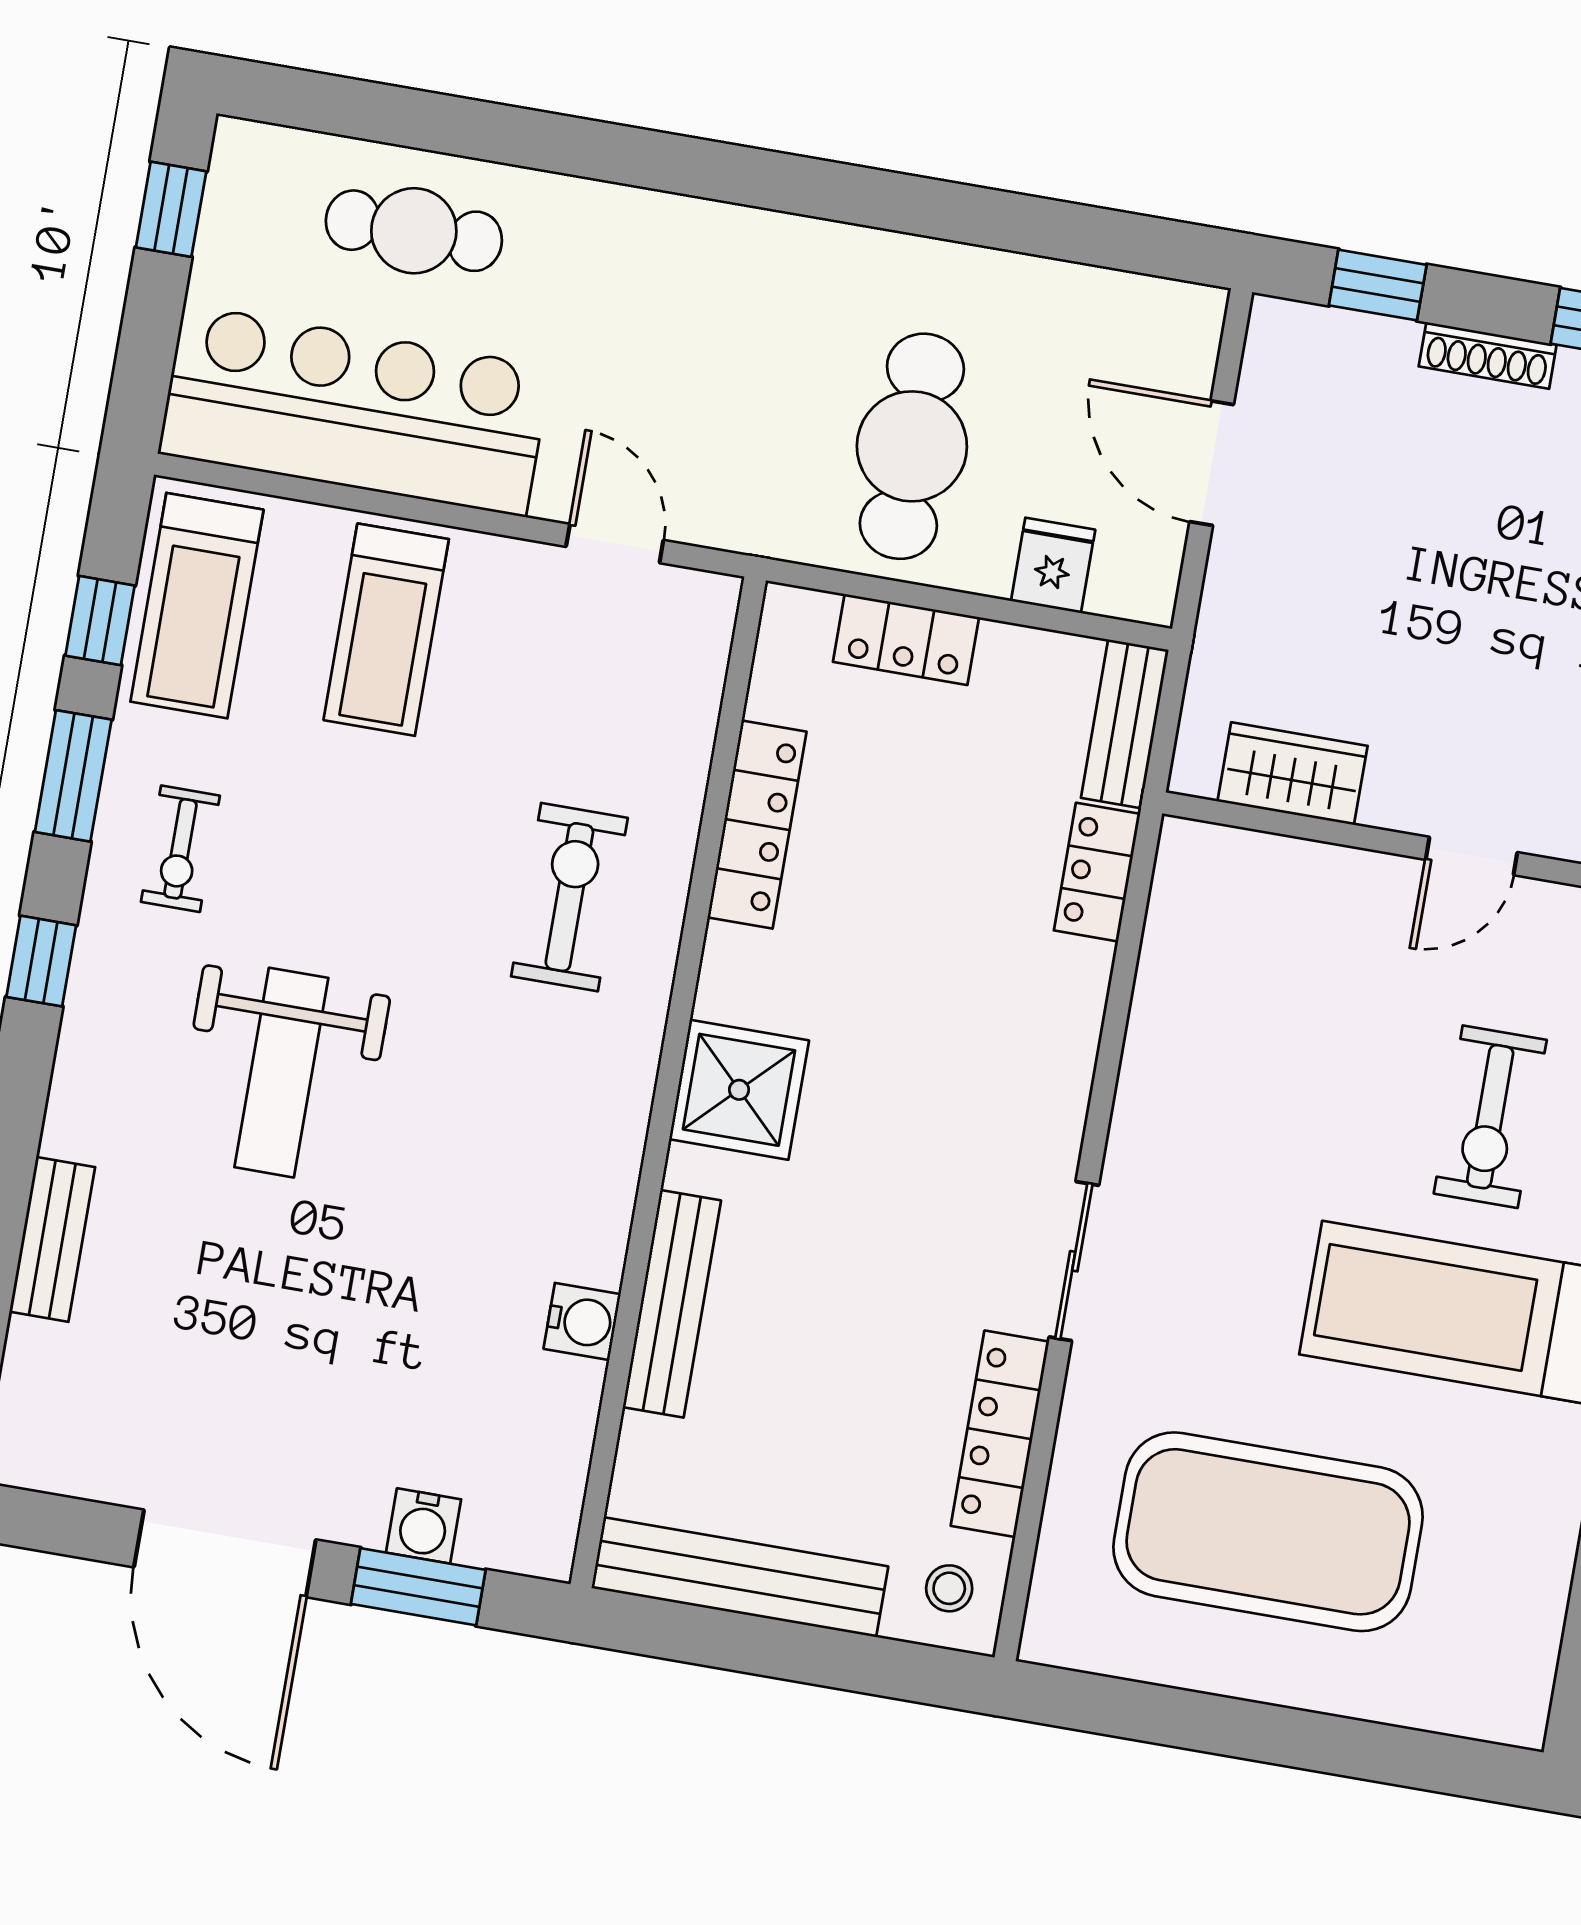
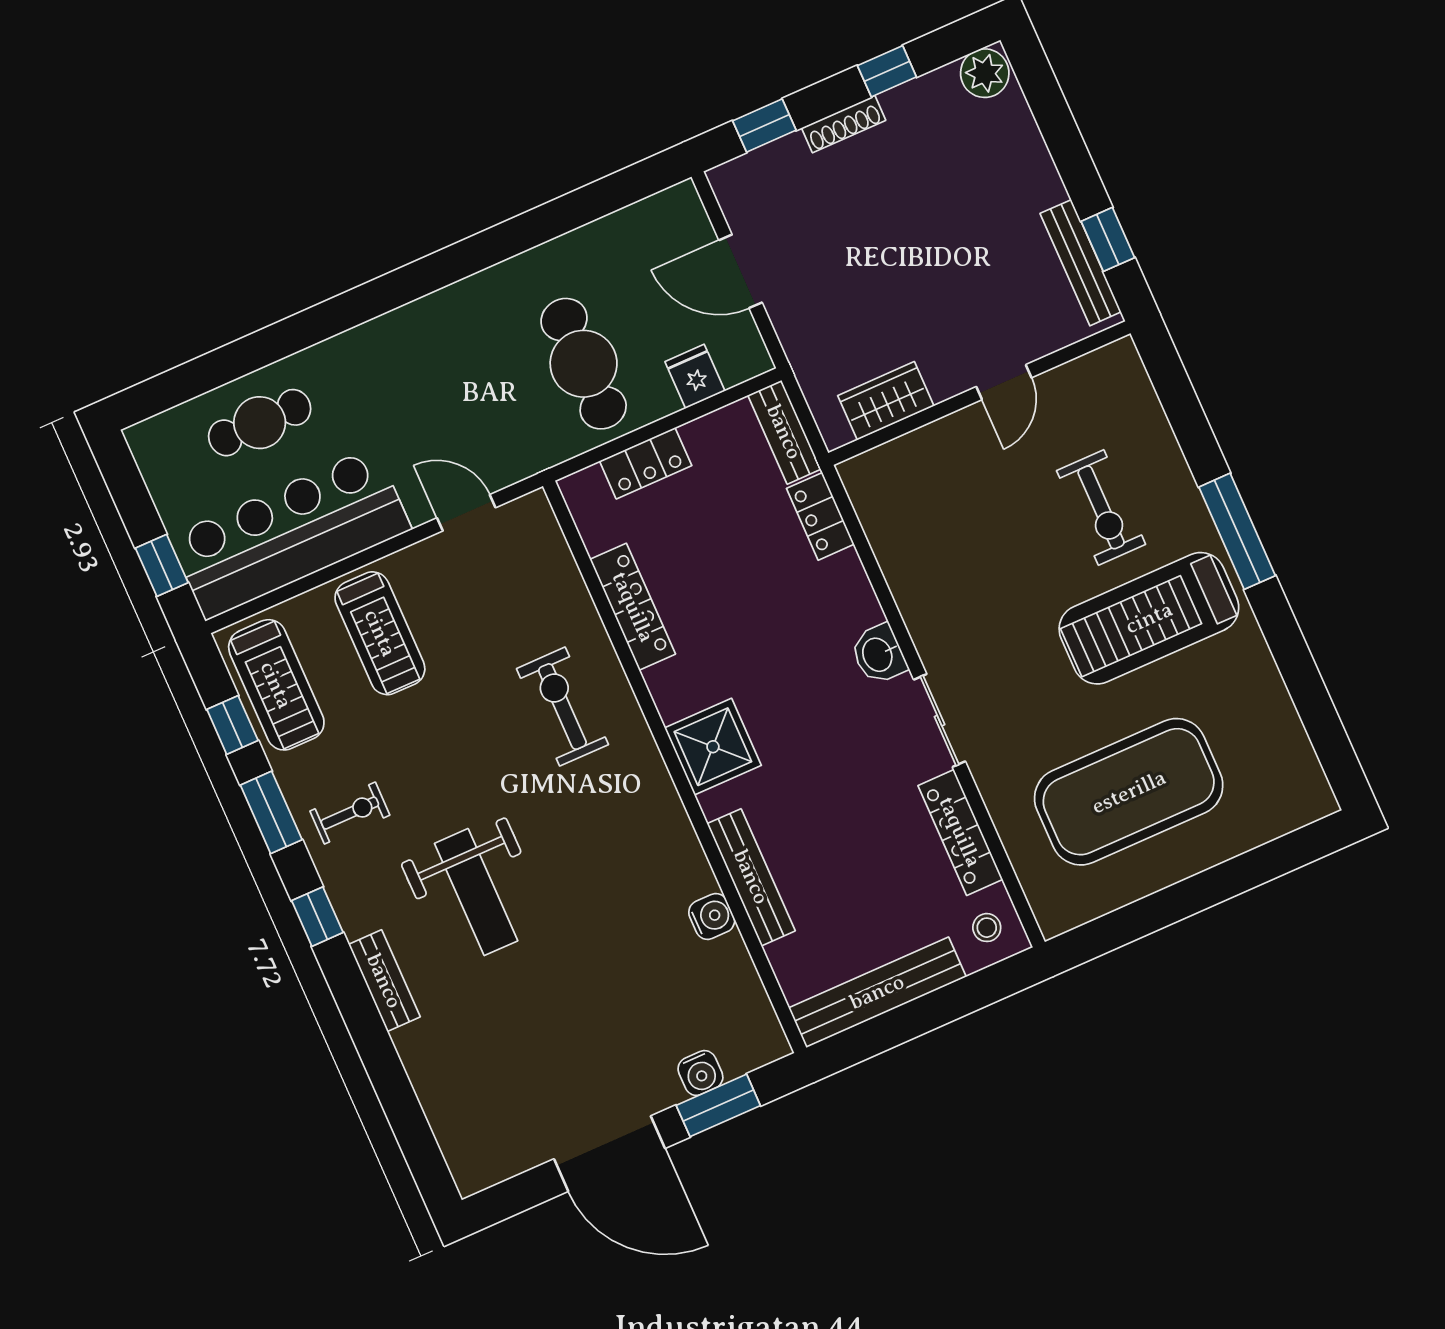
window: (171, 209) -> (162, 565), moved
exercise bike: (180, 849) -> (350, 813), turned -90
washbasin: (1051, 1114) -> (879, 654), added
bench: (52, 1239) -> (384, 981), moved

